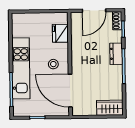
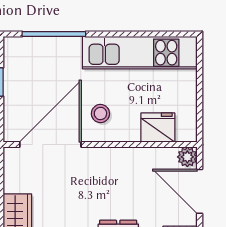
plant: (76, 17) -> (187, 157), added
kitchen unit: (21, 68) -> (140, 53), moved

